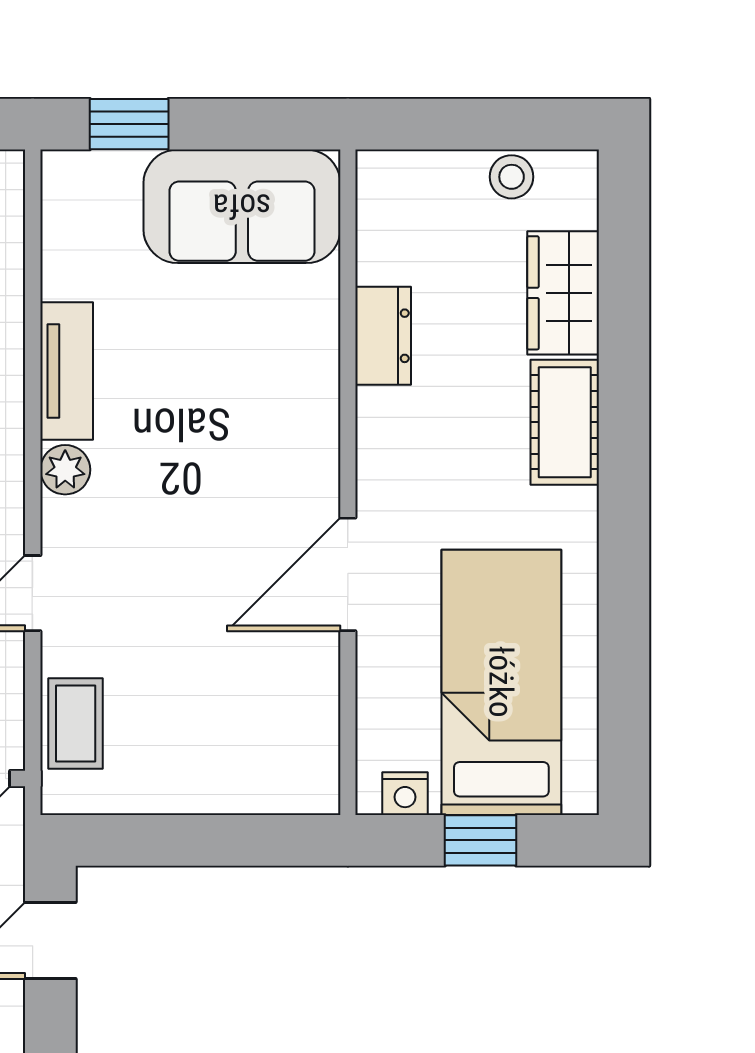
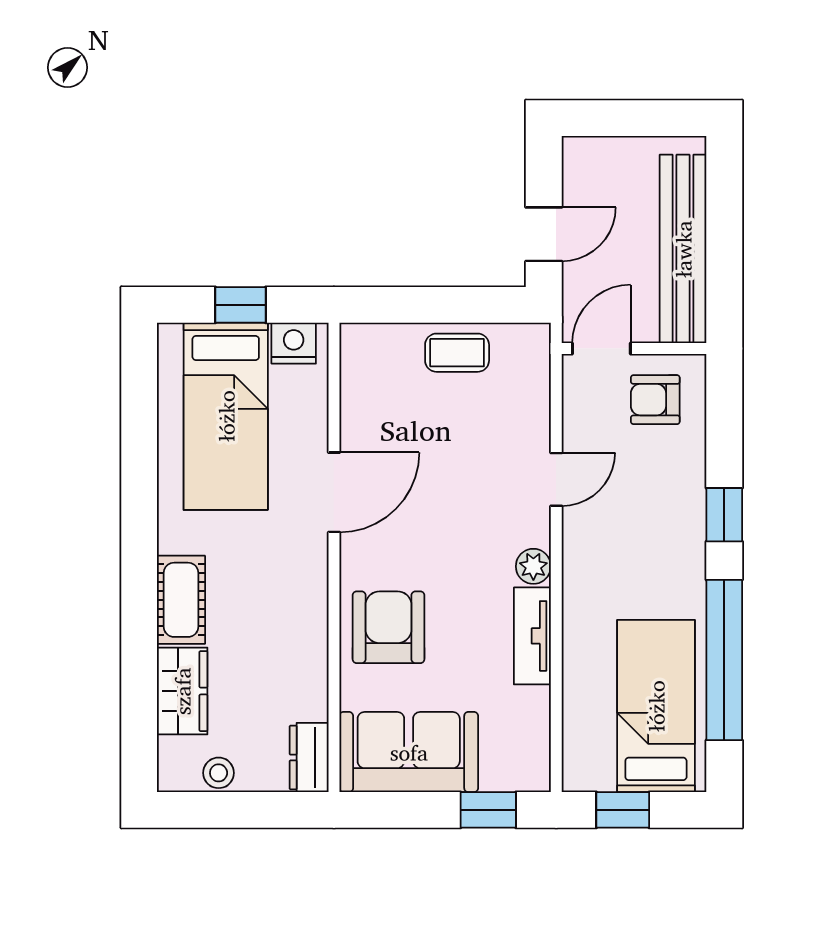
dresser: (383, 336) -> (309, 758), moved
armchair: (271, 383) -> (388, 627), added
coffee table: (76, 724) -> (457, 353), moved, turned 90
nightstand: (405, 794) -> (294, 343), width x1.39, depth x1.35

